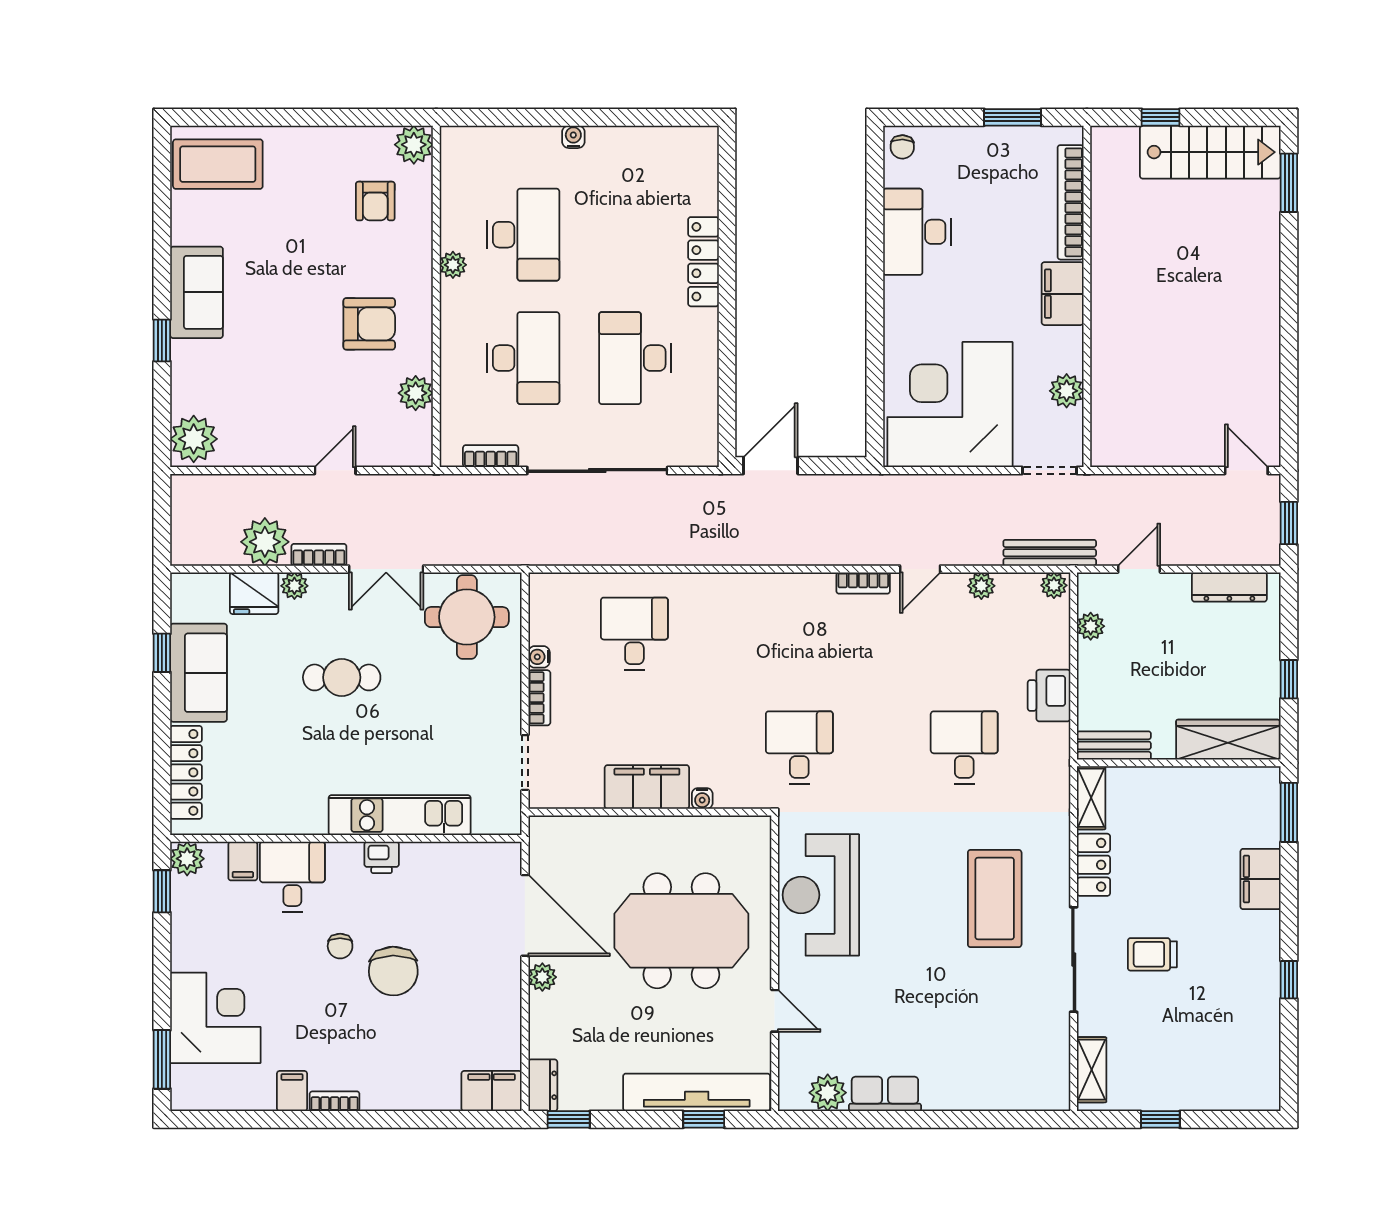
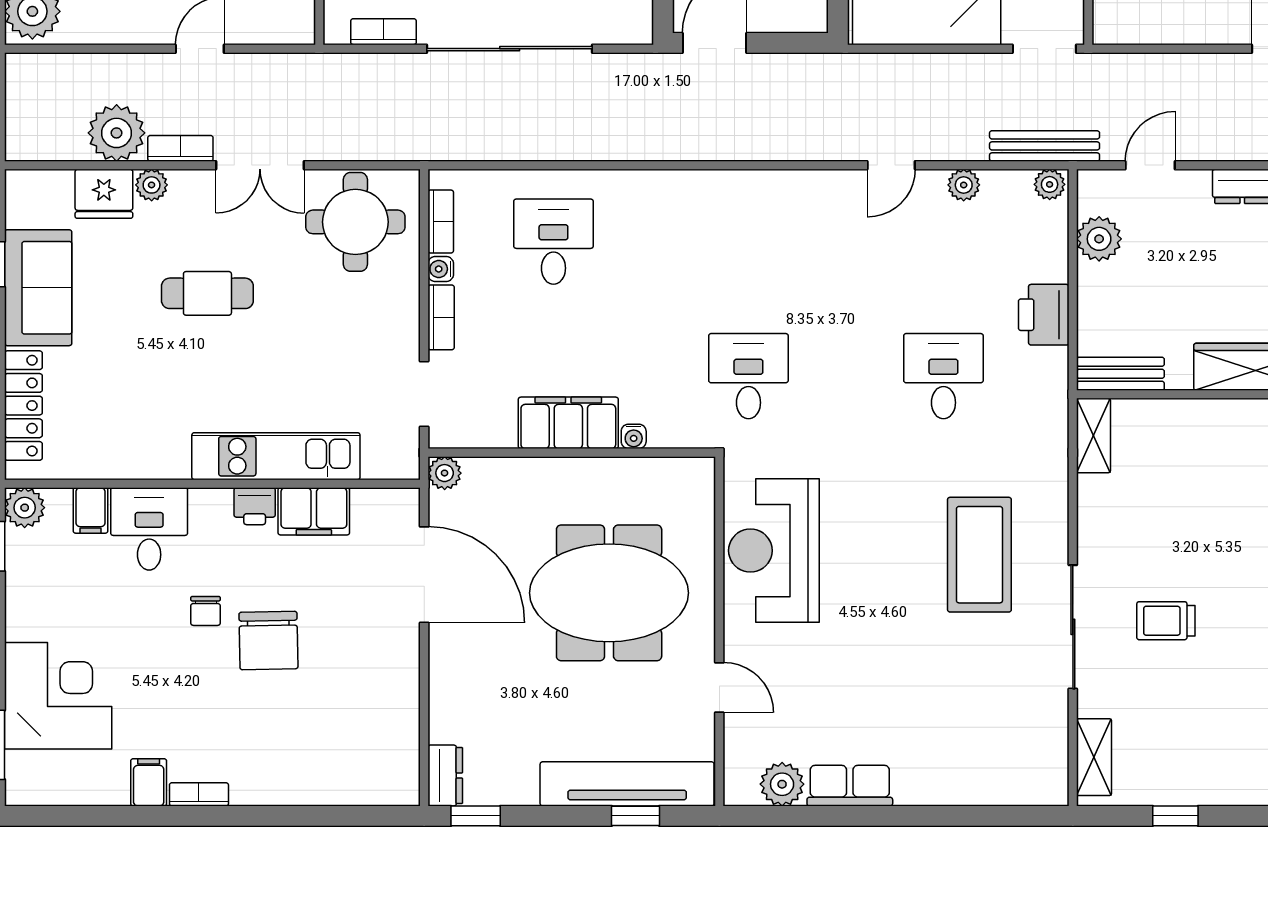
bookcase: (863, 583) -> (441, 222), moved, turned -90
plant: (1091, 626) -> (1099, 239), width x1.38, depth x1.38
locker: (1094, 865) -> (1096, 515), removed
plant: (542, 977) -> (445, 473), moved
filing cabinet: (492, 1091) -> (314, 511), moved, turned 180

